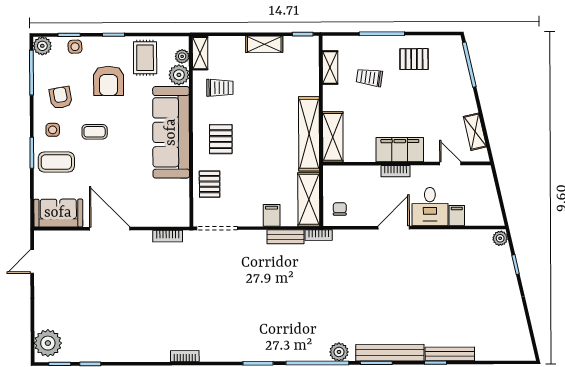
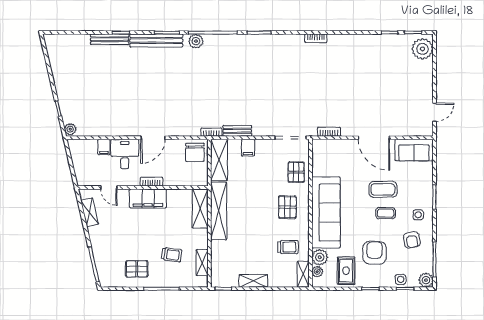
trolley: (220, 88) -> (288, 247), turned 180
coffee table: (56, 162) -> (383, 189), moved
chair: (340, 209) -> (195, 152), width x1.87, depth x1.87

